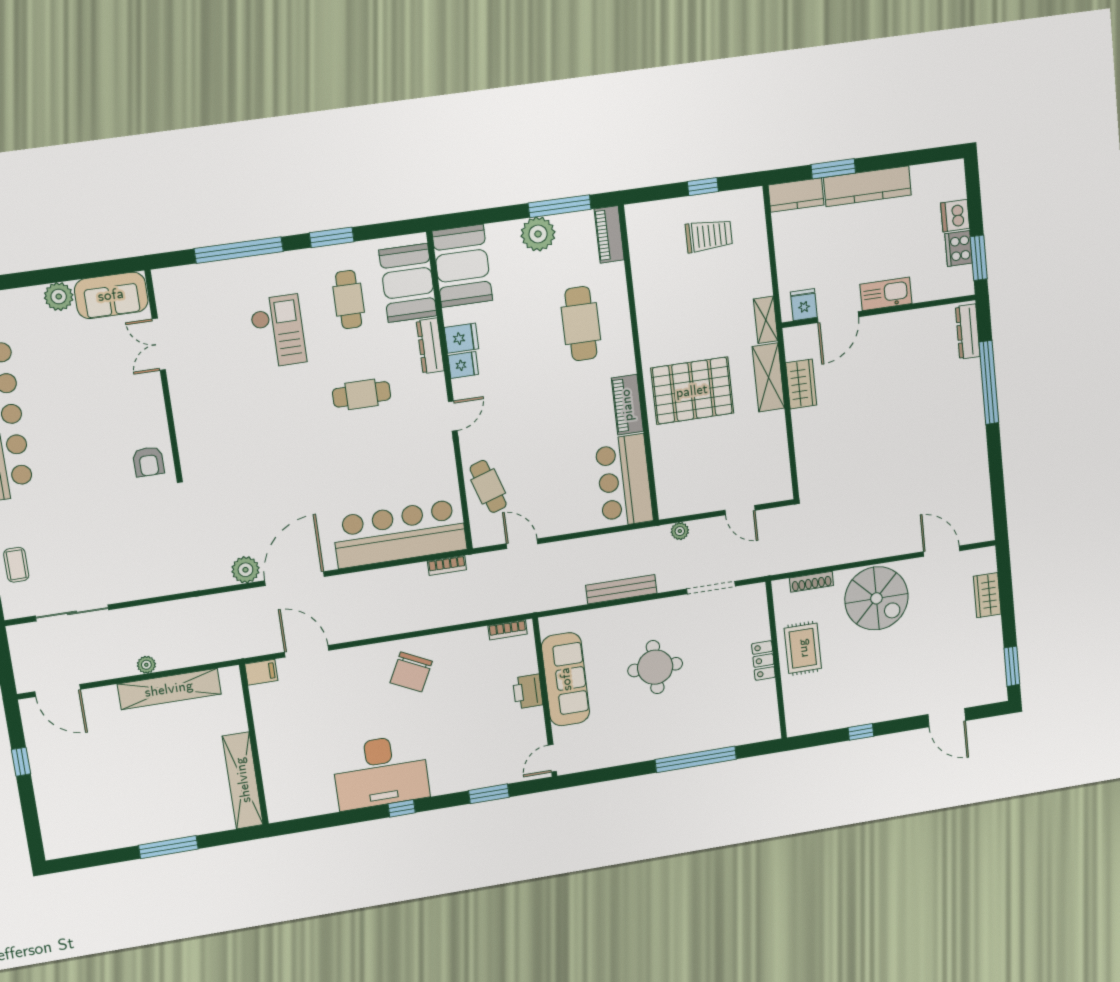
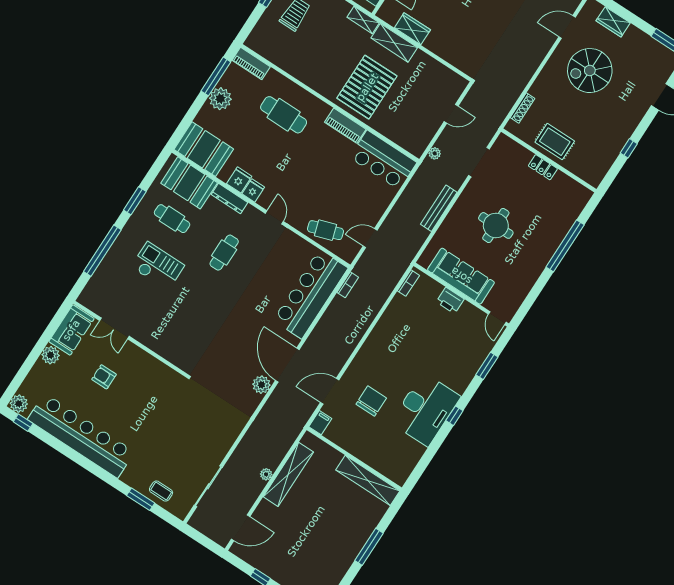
armchair: (148, 462) -> (104, 377), moved, turned 180
spiral stairs: (876, 598) -> (590, 71), moved, turned 180
chair: (411, 672) -> (371, 401), moved, turned -116

